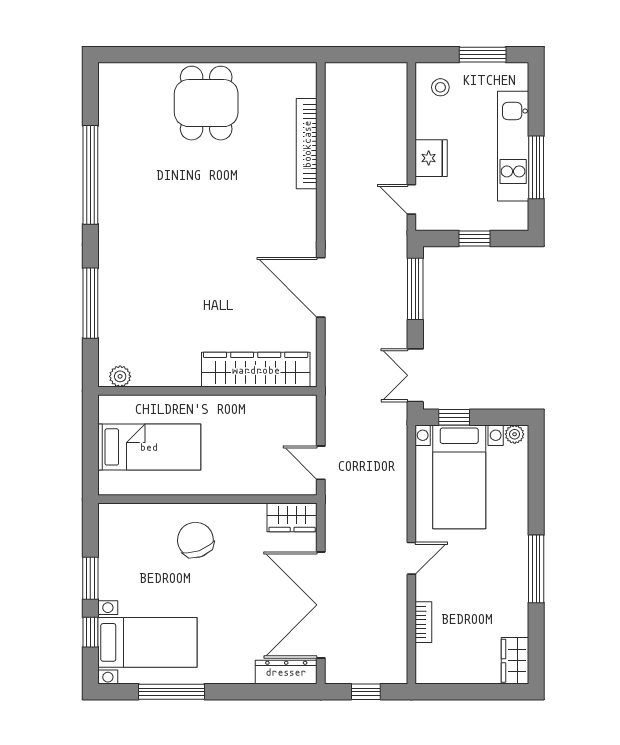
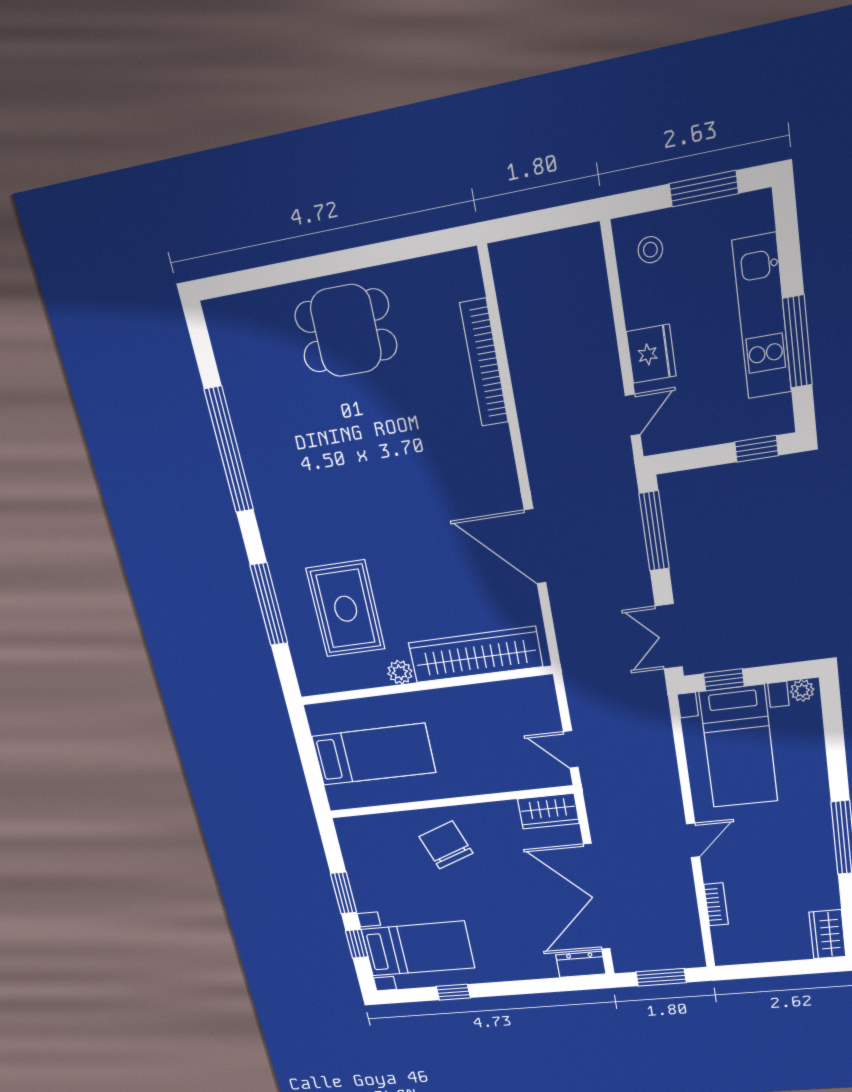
dining table: (206, 103) -> (346, 331), turned 90
door: (411, 199) -> (633, 415), swing flipped
window: (475, 238) -> (757, 449), moved
rug: (155, 316) -> (346, 609), added
plant: (120, 376) -> (400, 672), moved
dresser: (286, 672) -> (581, 964), width x0.70
window: (172, 692) -> (453, 992), width x0.46
window: (366, 692) -> (661, 977), width x1.50

